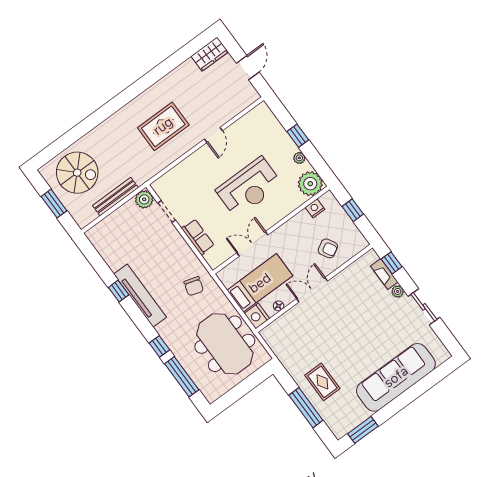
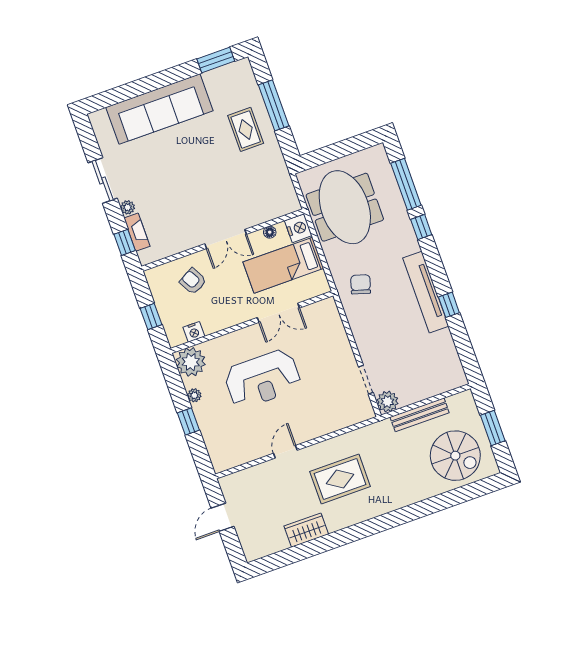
wardrobe: (210, 54) -> (306, 530), moved
spiral stairs: (77, 173) -> (455, 456), turned 180
reception desk: (249, 187) -> (263, 379), turned 180
row of seats: (198, 237) -> (339, 340), removed

